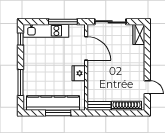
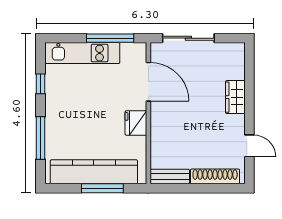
wardrobe: (139, 35) -> (235, 97), moved
window: (21, 39) -> (41, 84), moved

